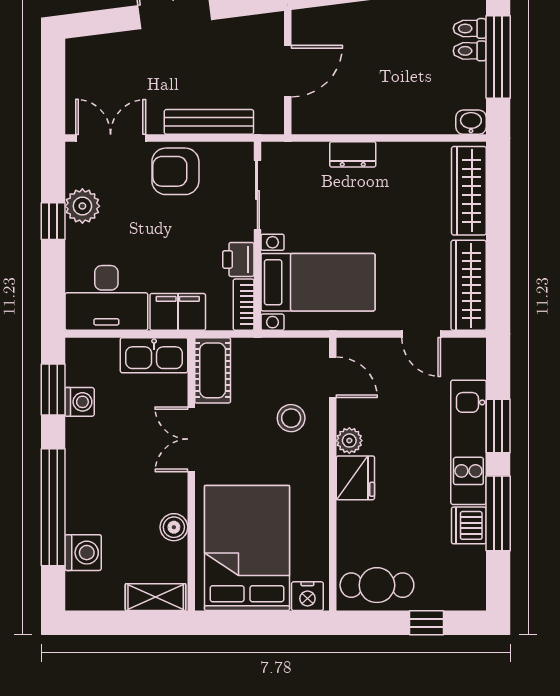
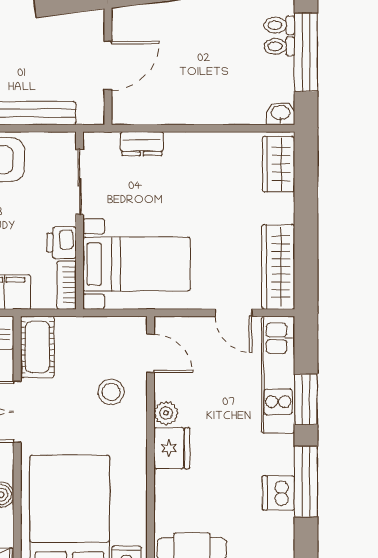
dresser: (353, 154) -> (142, 144), moved
wardrobe: (469, 191) -> (278, 164), width x0.67
kitchen unit: (468, 442) -> (278, 375), moved

